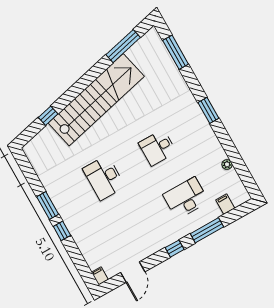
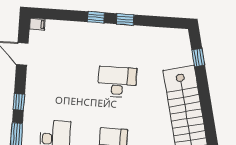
window: (48, 116) -> (198, 57), moved
window: (48, 205) -> (125, 19), width x0.67

